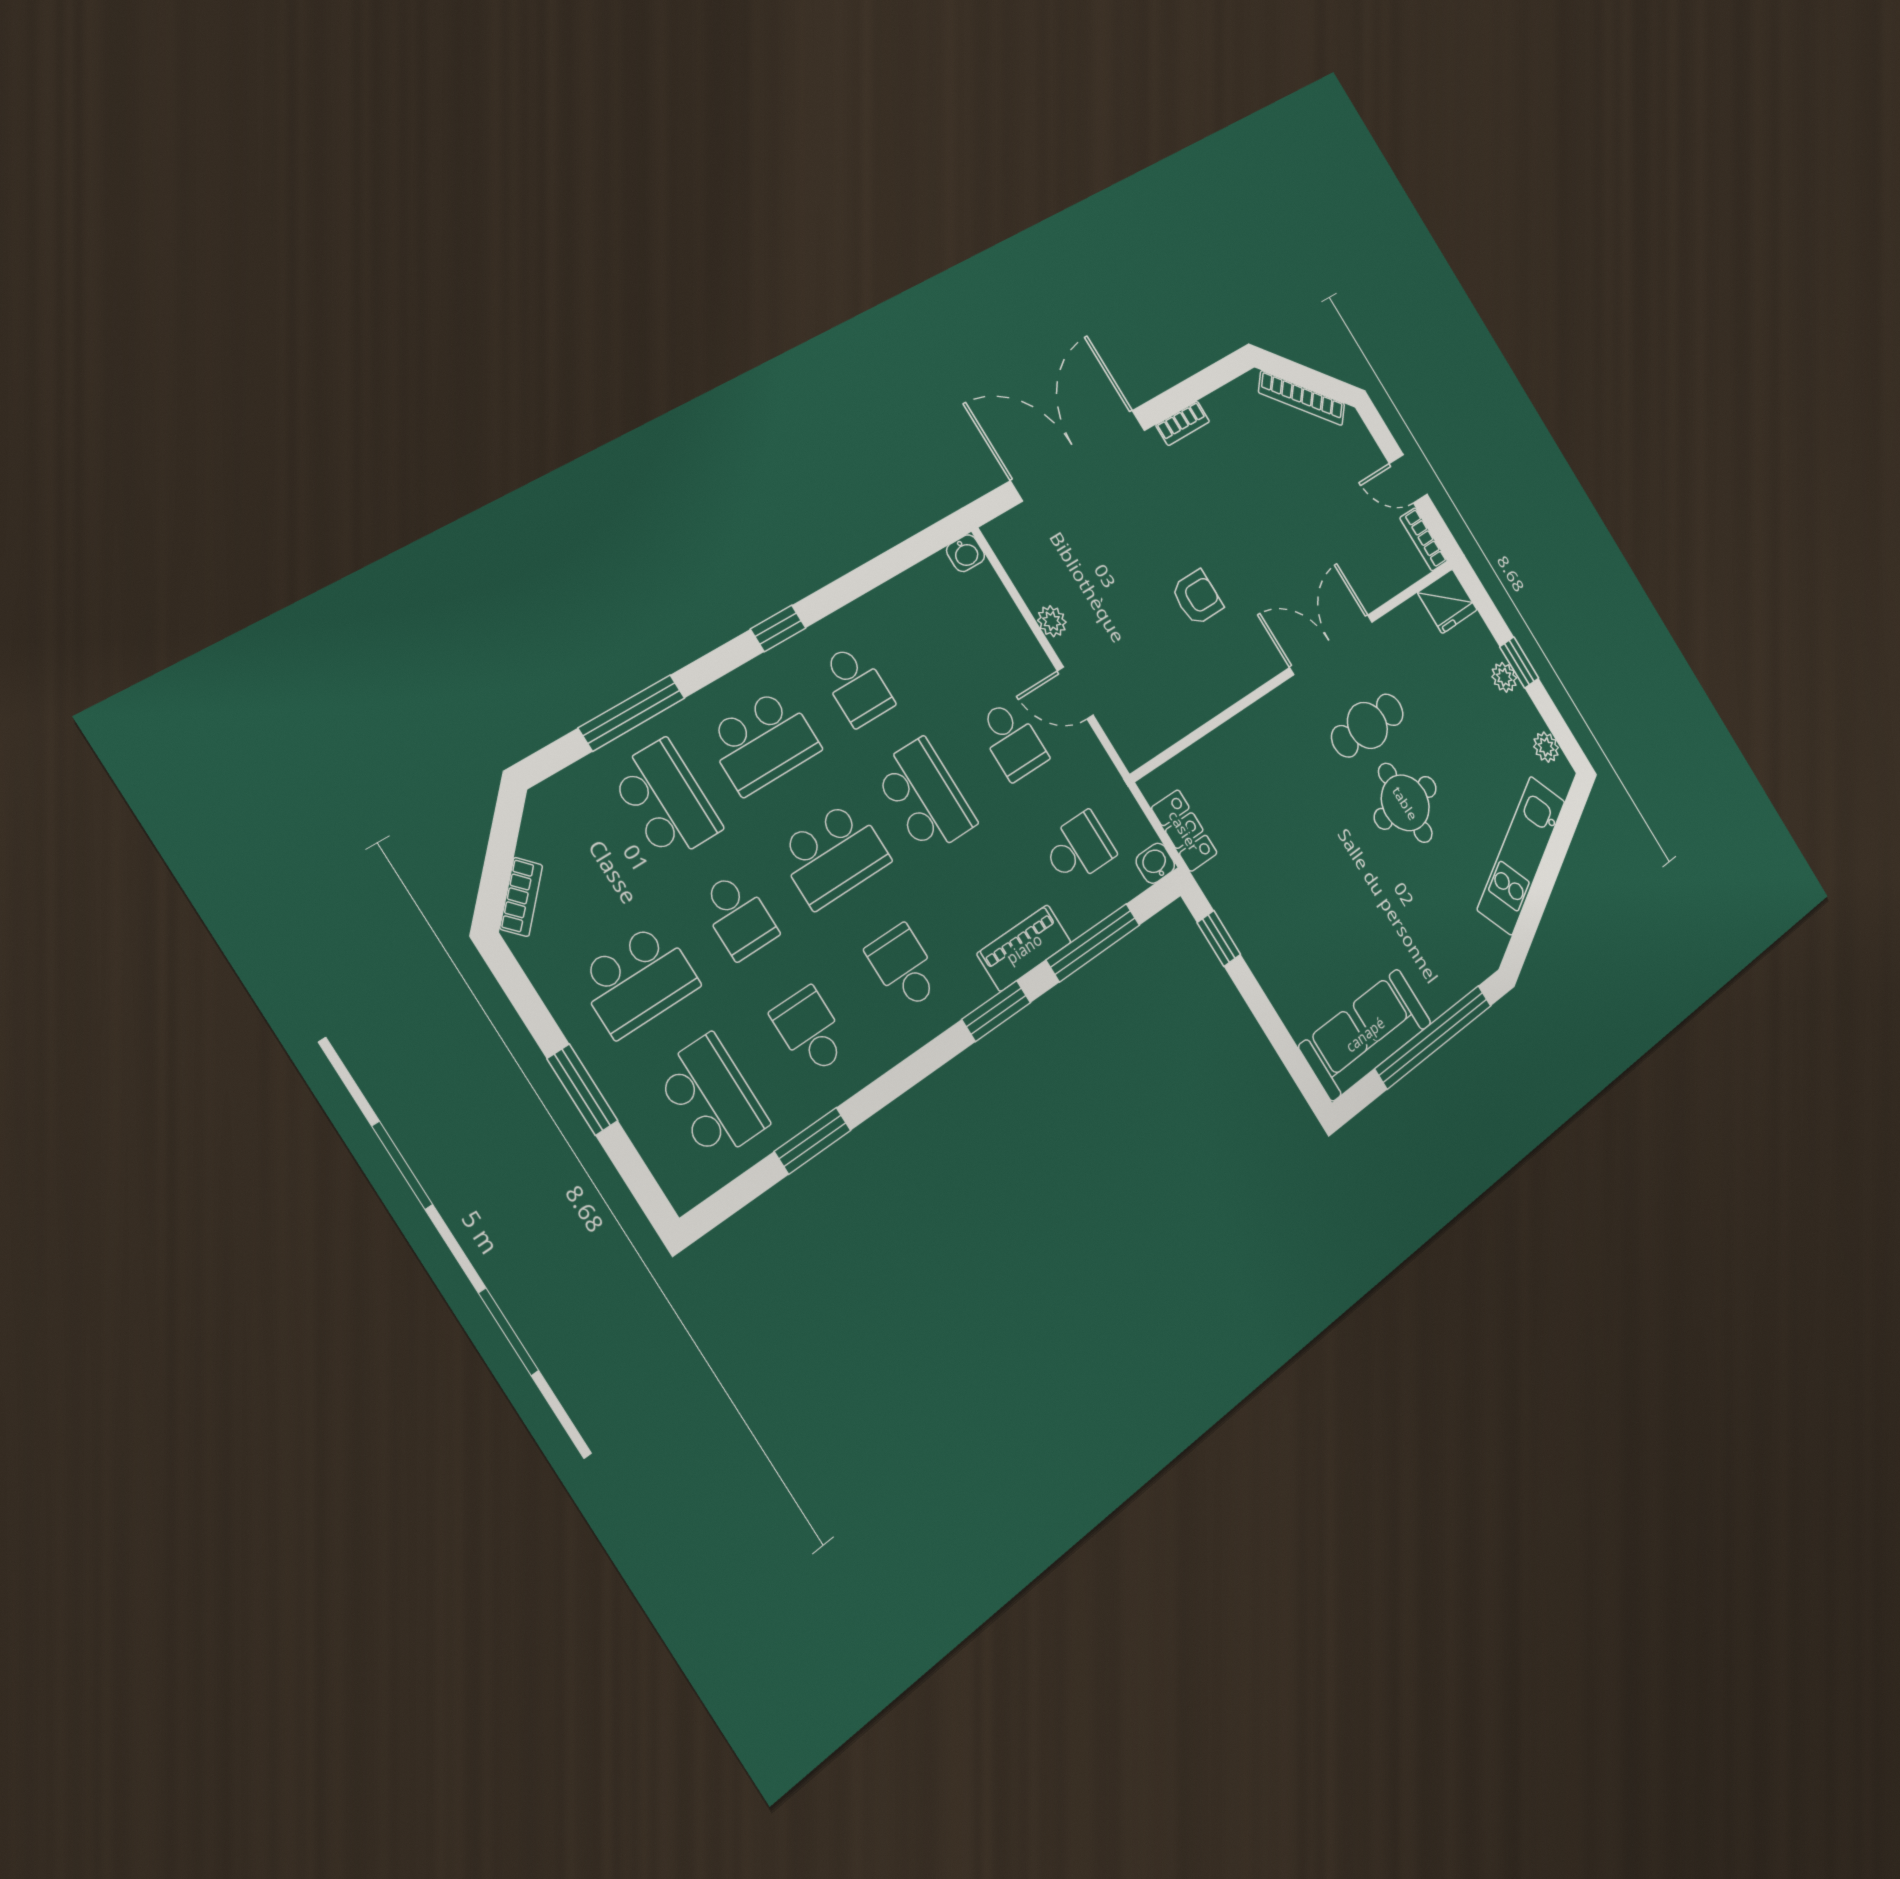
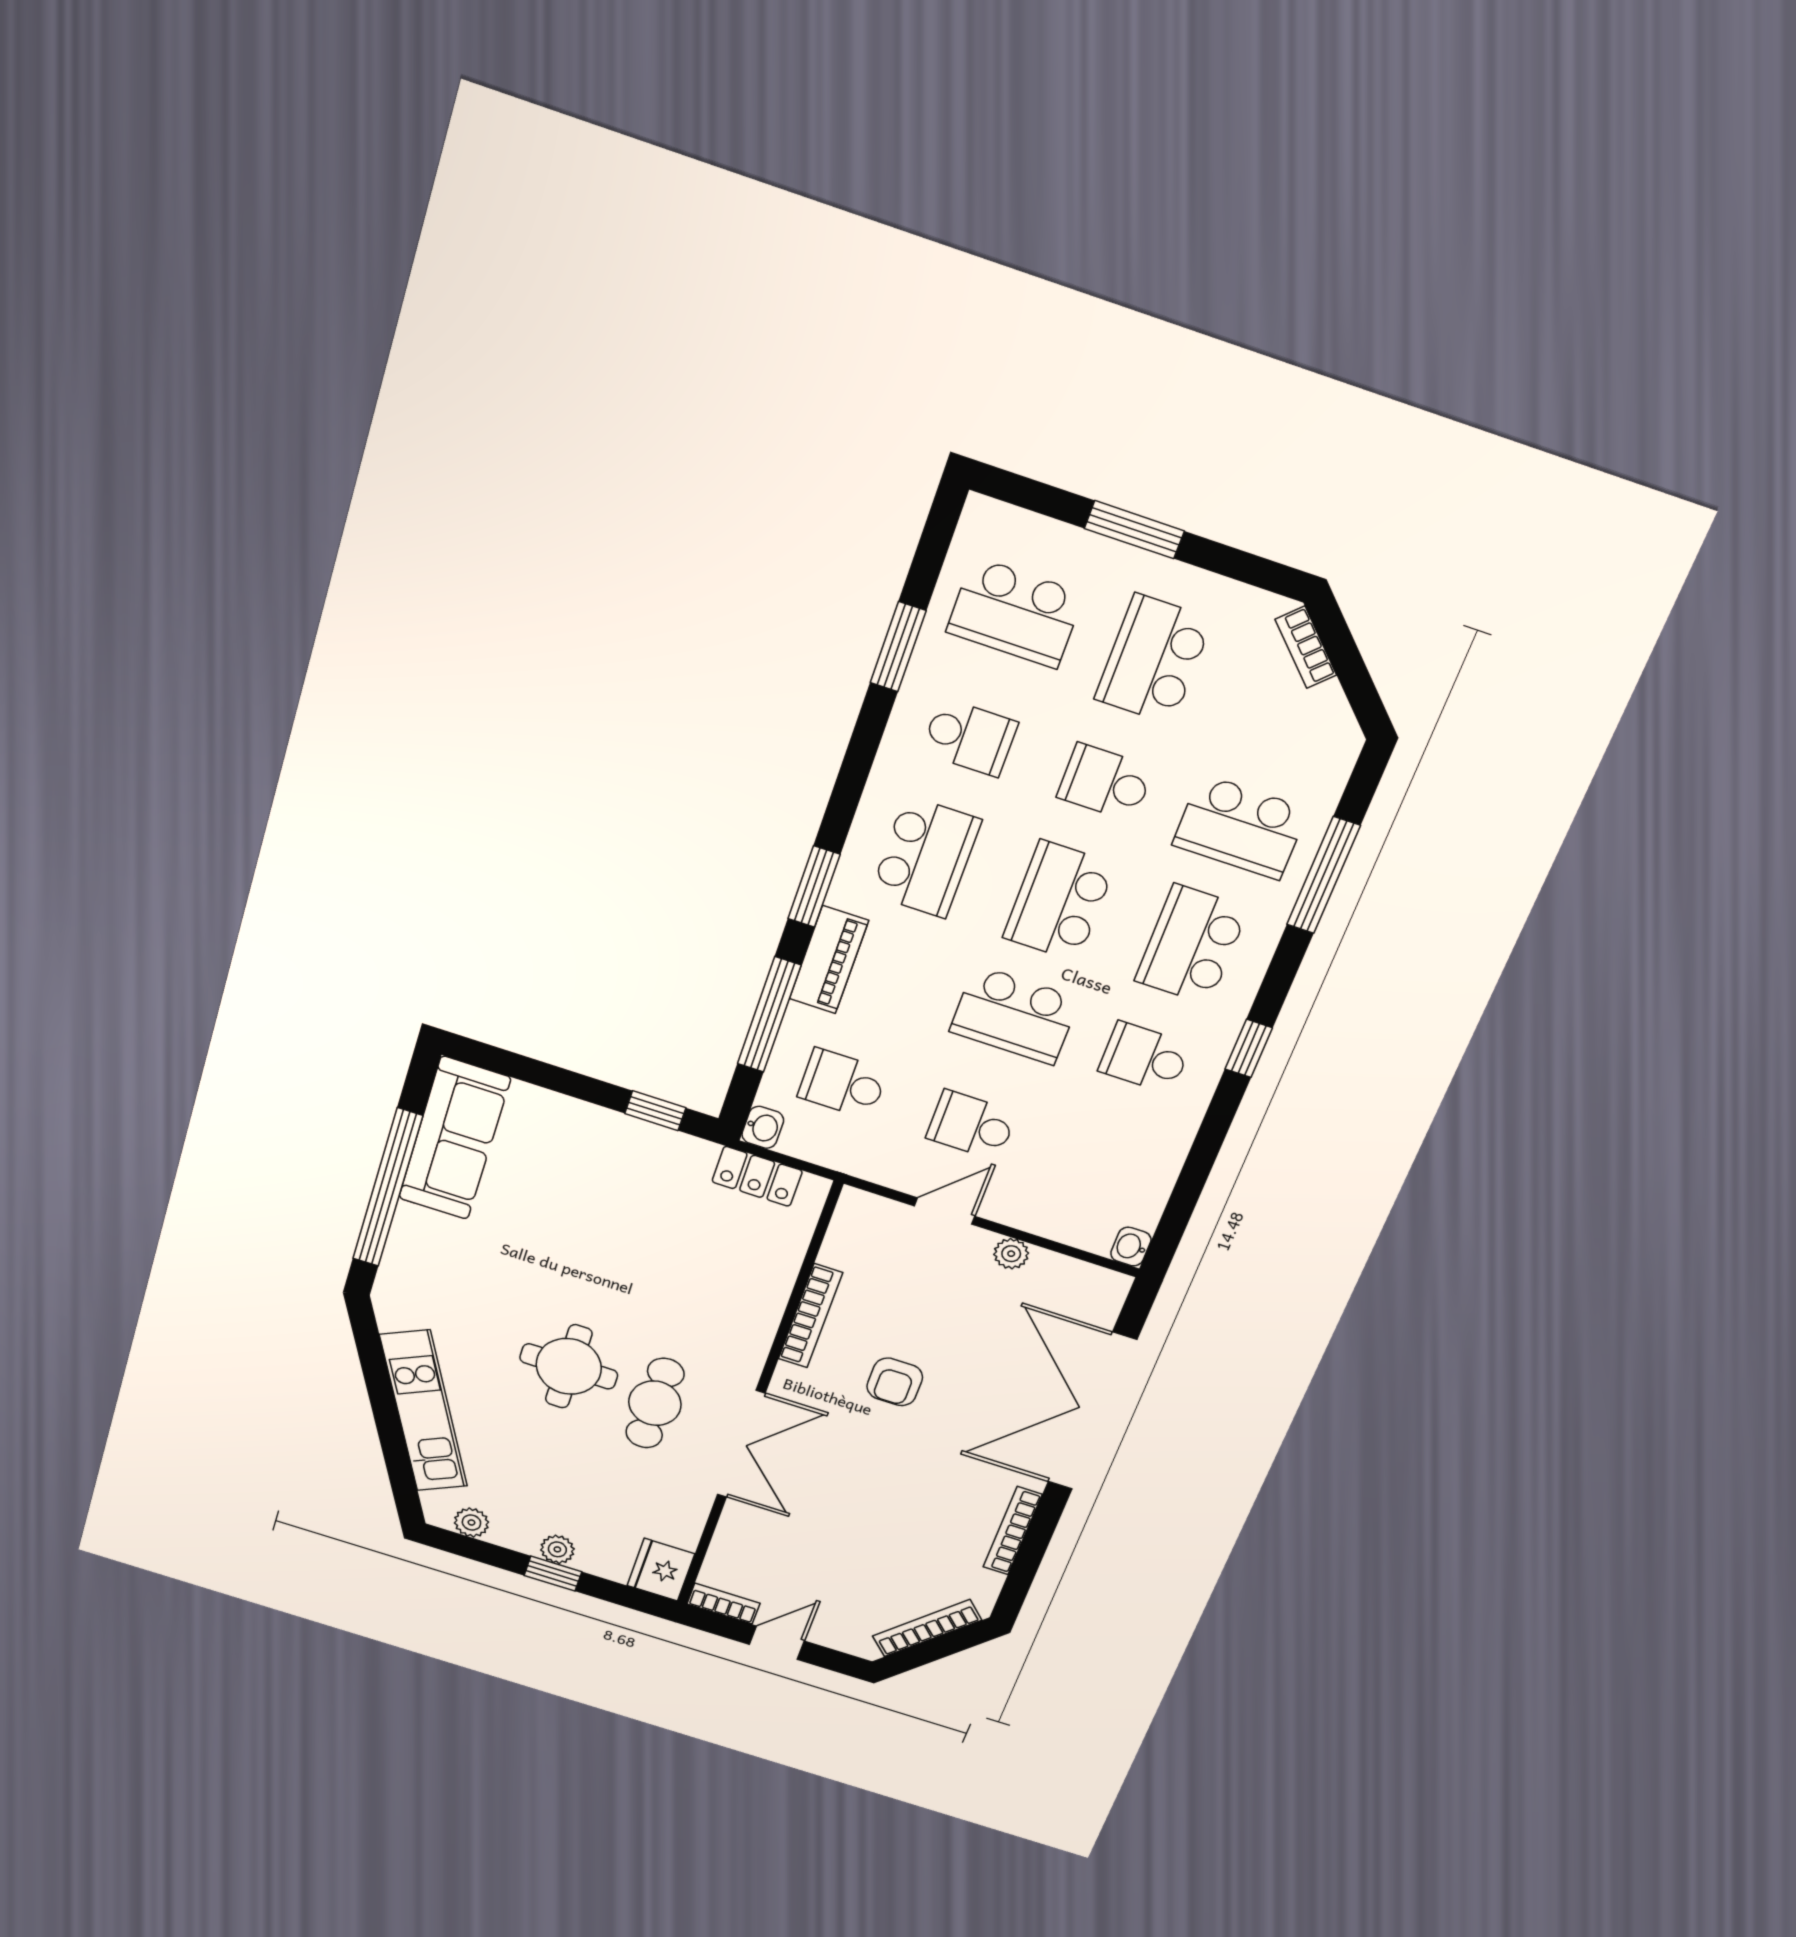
bookcase: (1183, 423) -> (1013, 1531), width x1.56
double door: (1078, 455) -> (1092, 1411), swing flipped
bookcase: (1220, 697) -> (810, 1316), added
school desk: (1079, 848) -> (843, 1084), turned 90
school desk: (904, 967) -> (926, 857), width x1.85

